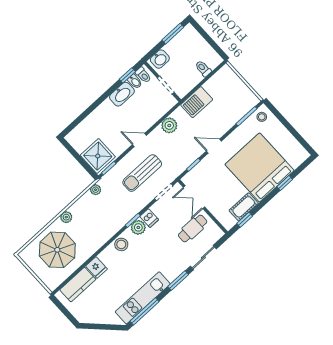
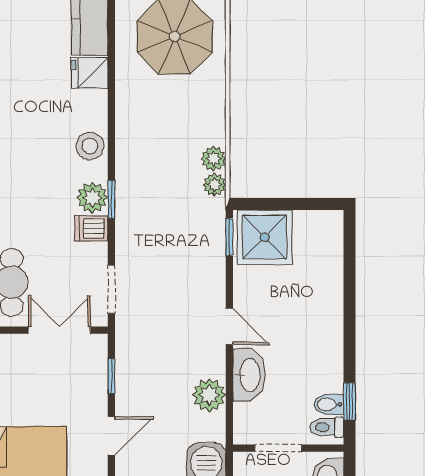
washbasin: (122, 94) -> (249, 375), moved, turned 180
door: (139, 140) -> (229, 326), hinge flipped
sun lounger: (142, 173) -> (173, 283), removed
plant: (66, 217) -> (213, 159), moved

